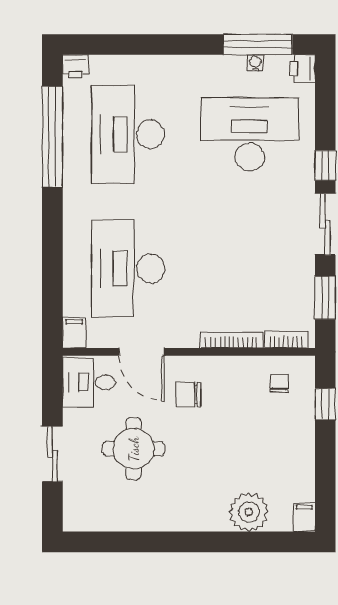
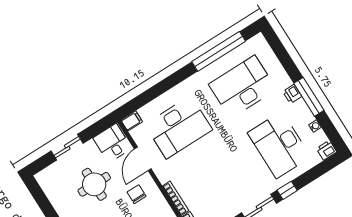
window: (258, 45) -> (309, 97), moved
printer: (76, 67) -> (292, 94), moved
desk: (250, 134) -> (279, 145), turned 180
desk: (128, 268) -> (179, 127), turned 180

